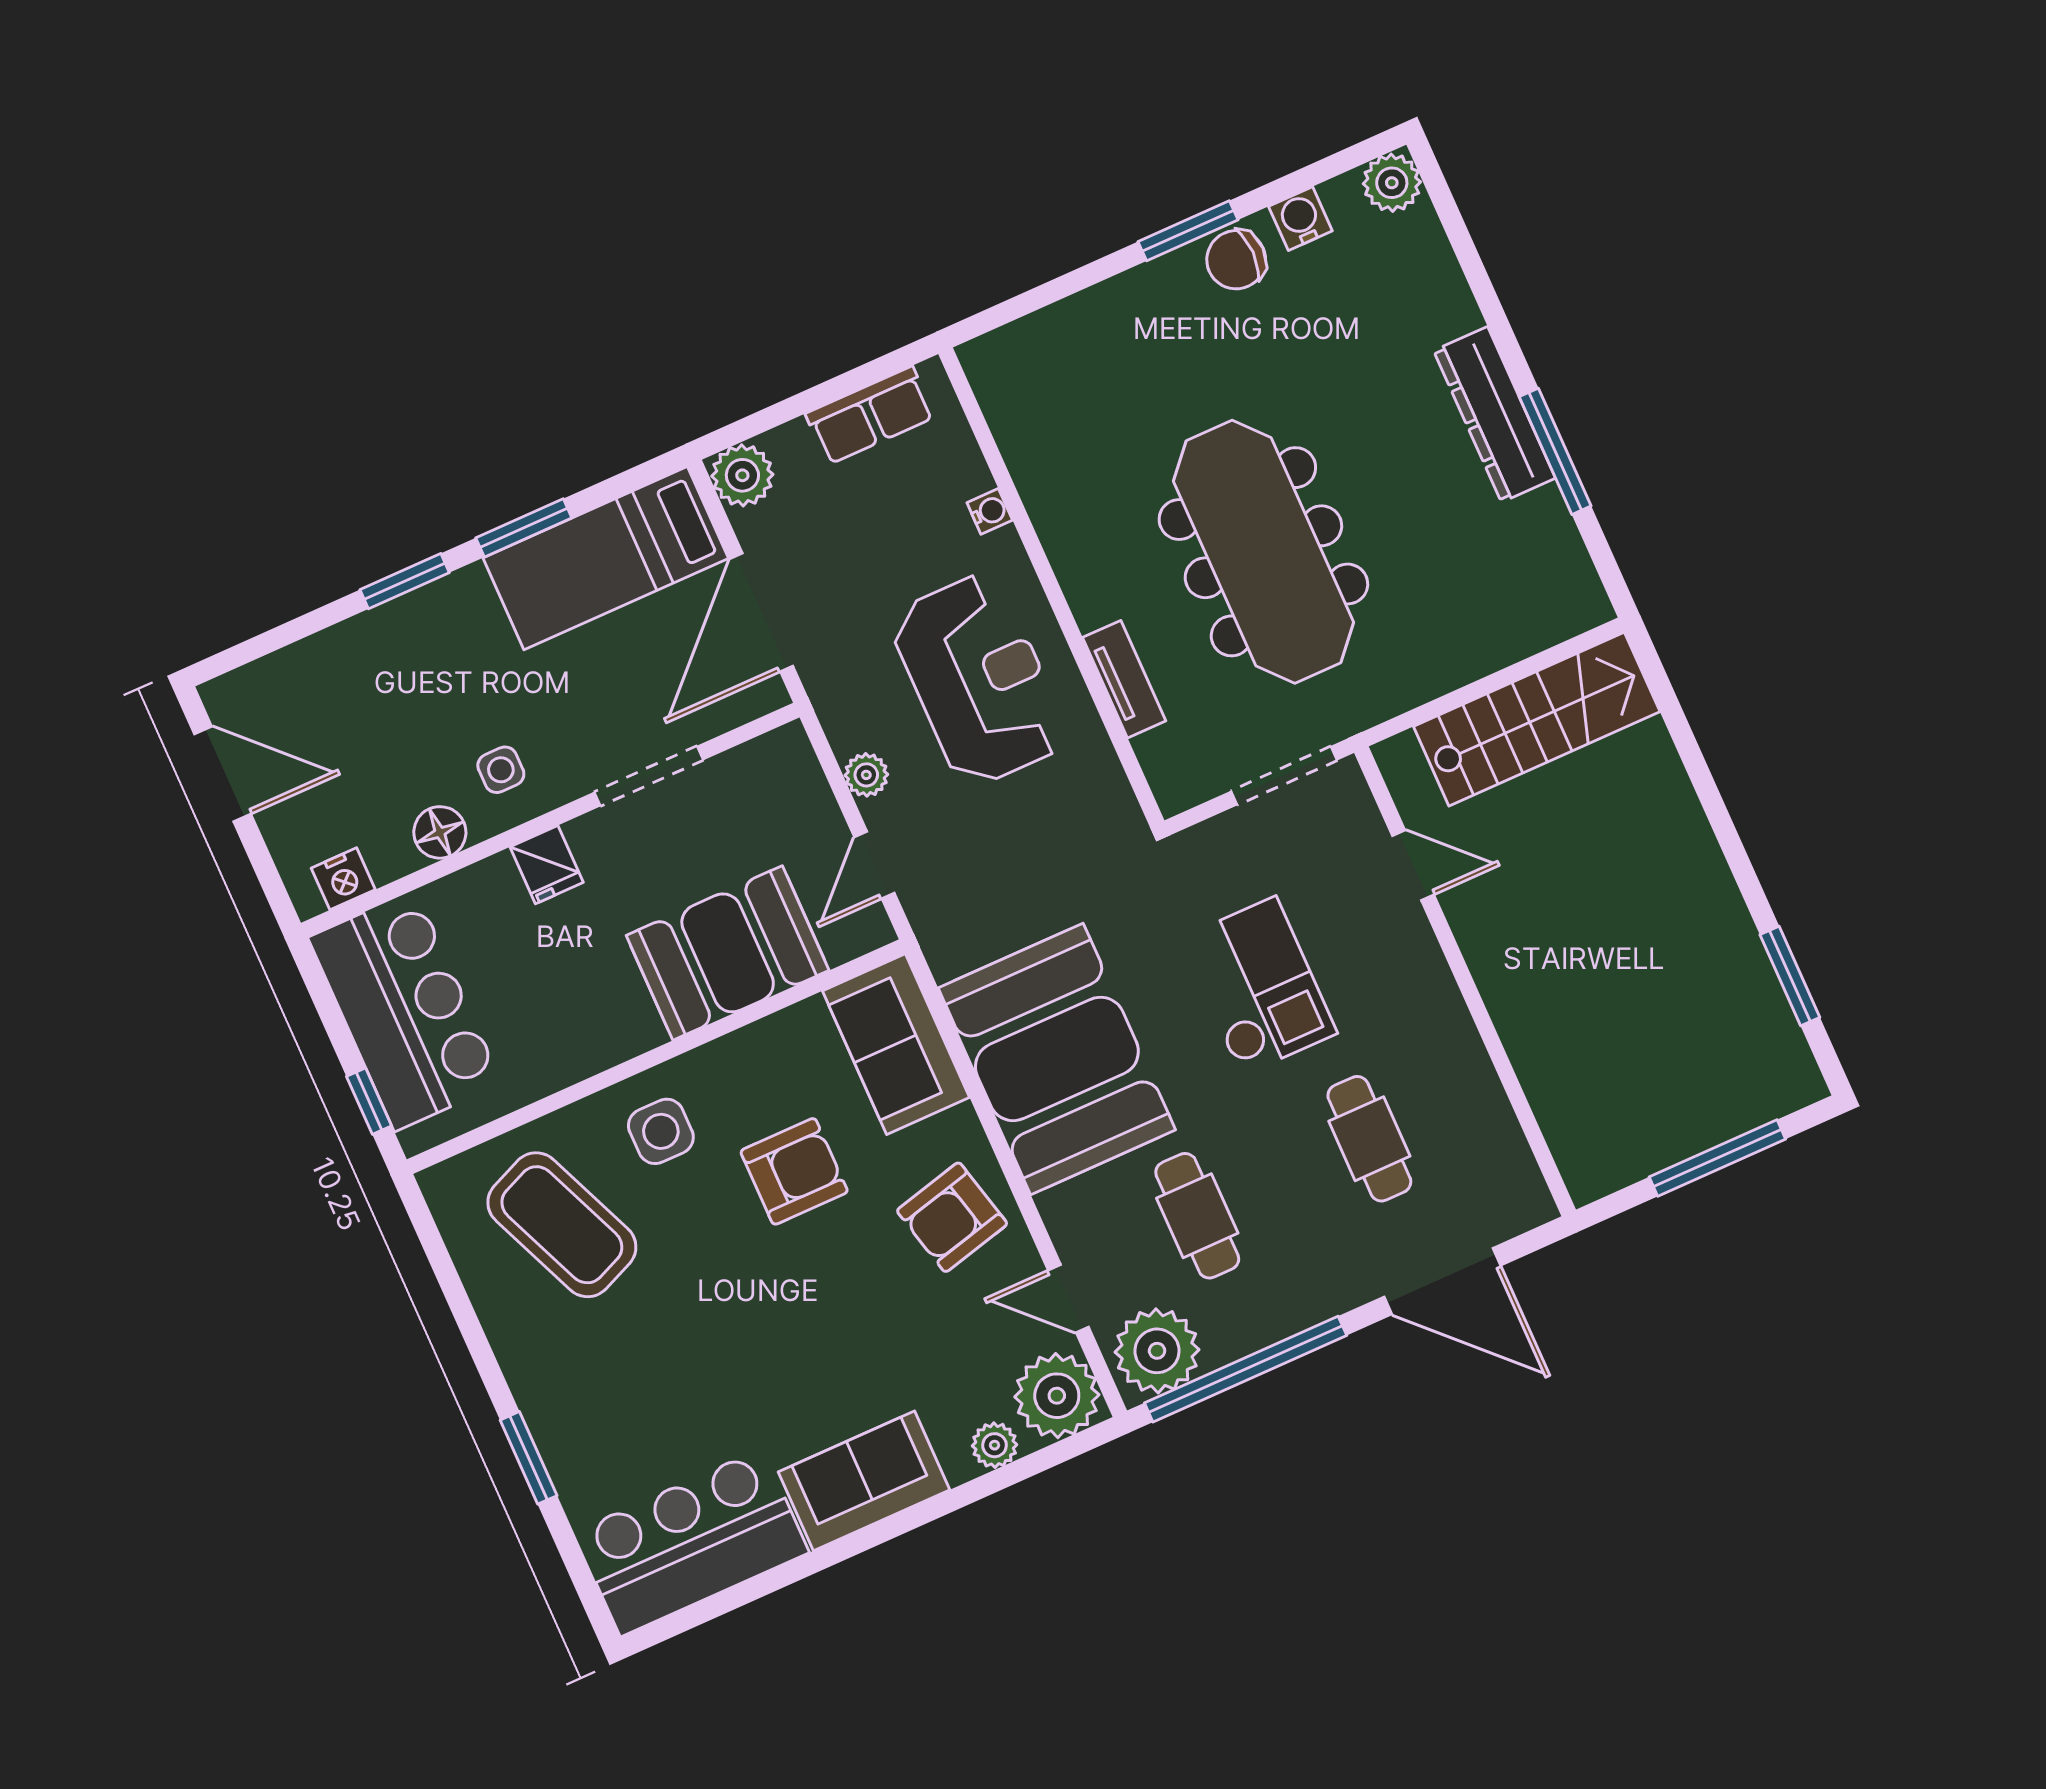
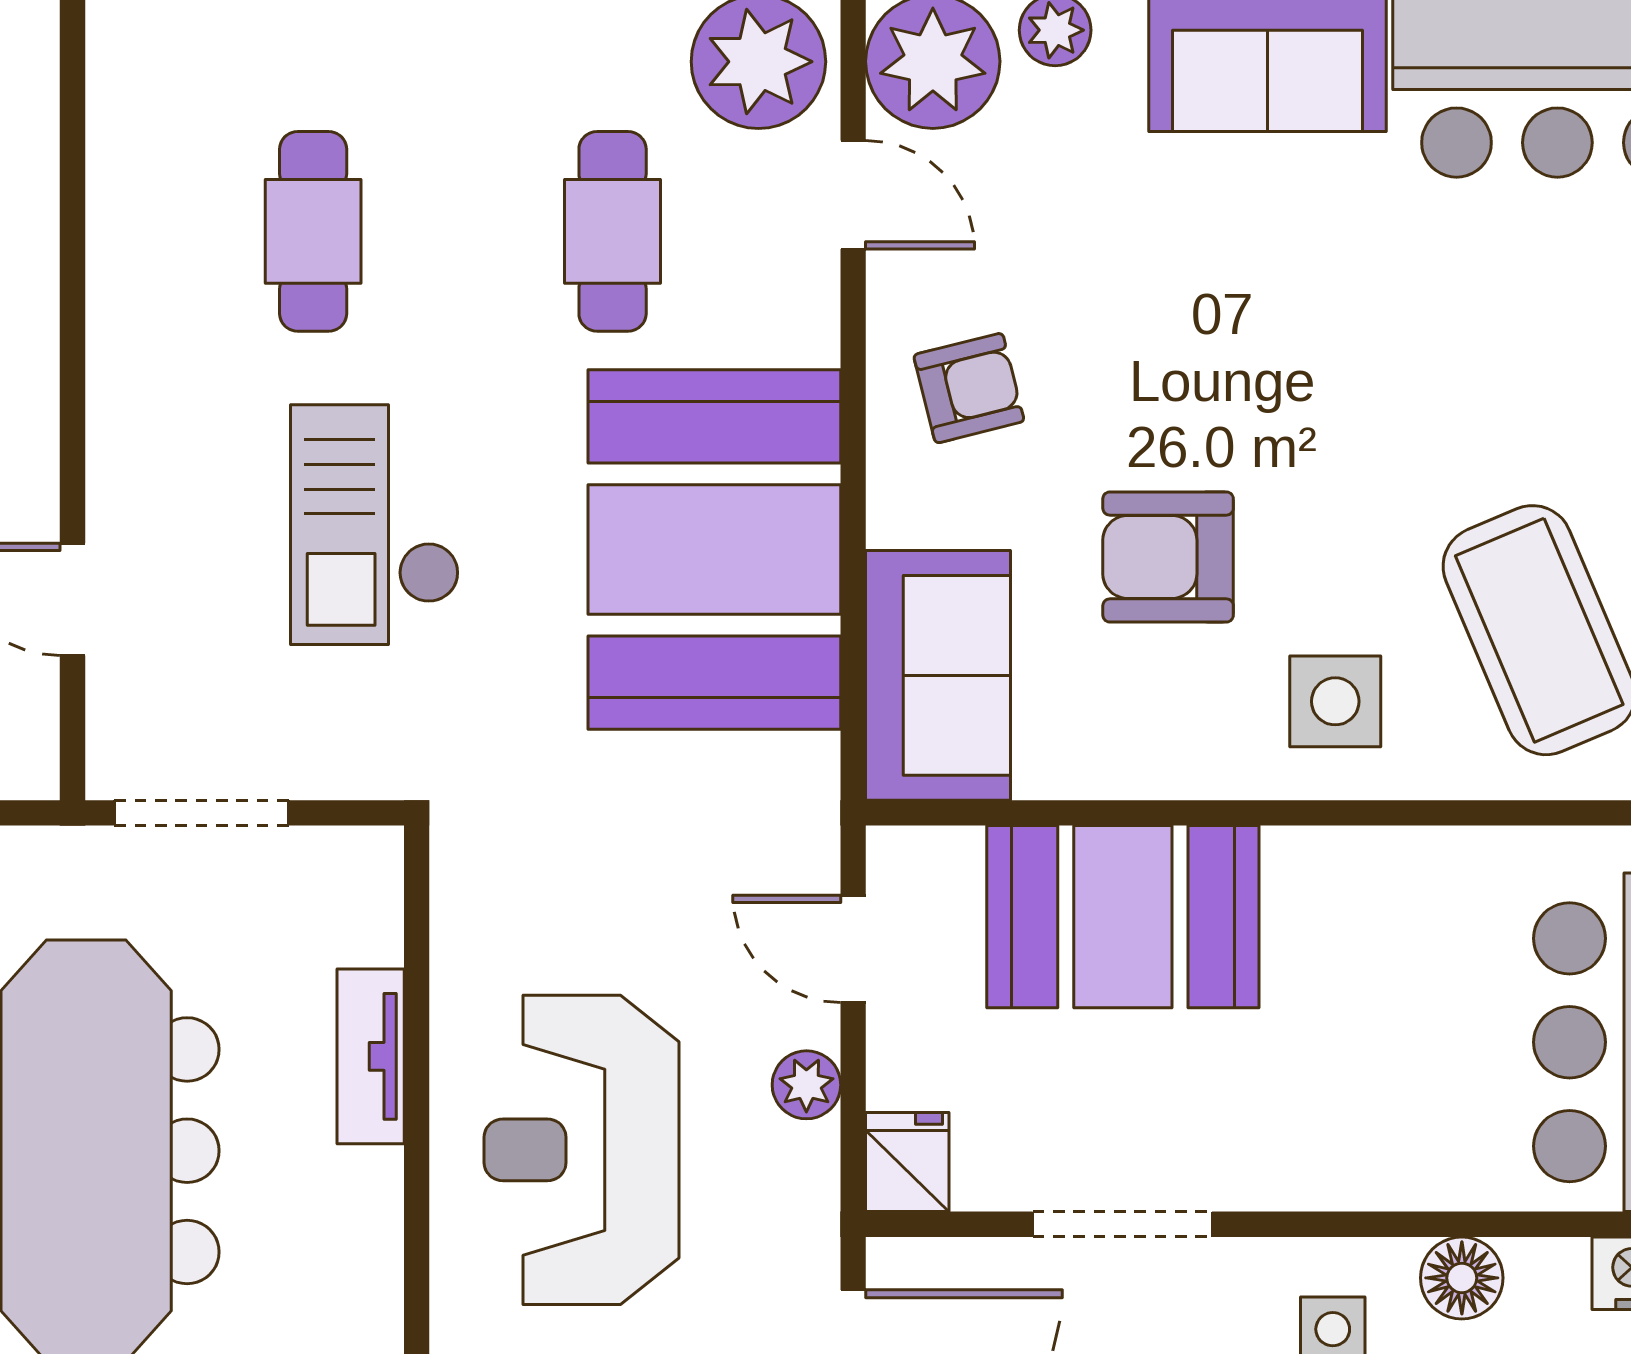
fridge: (547, 865) -> (907, 1162), moved
door: (874, 865) -> (853, 949), swing flipped
armchair: (952, 1217) -> (969, 388), width x0.72, depth x0.72

